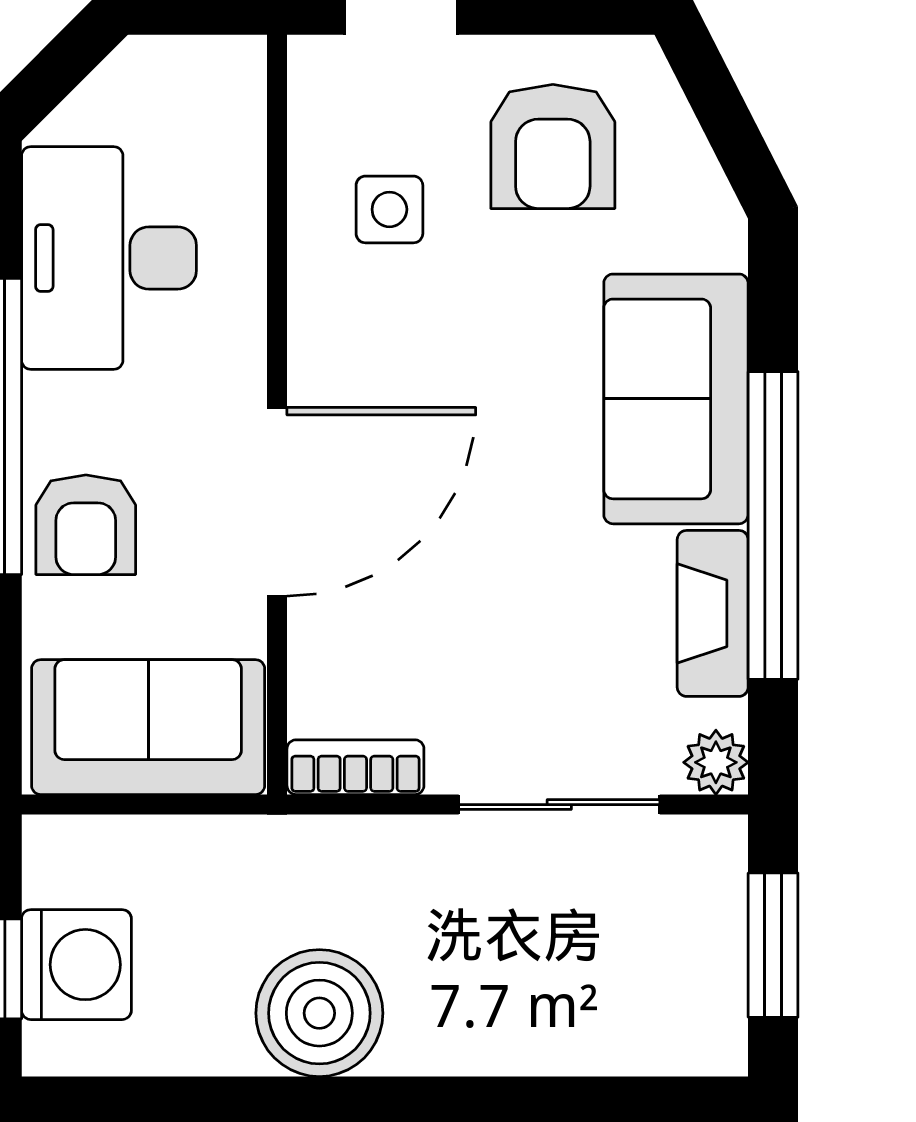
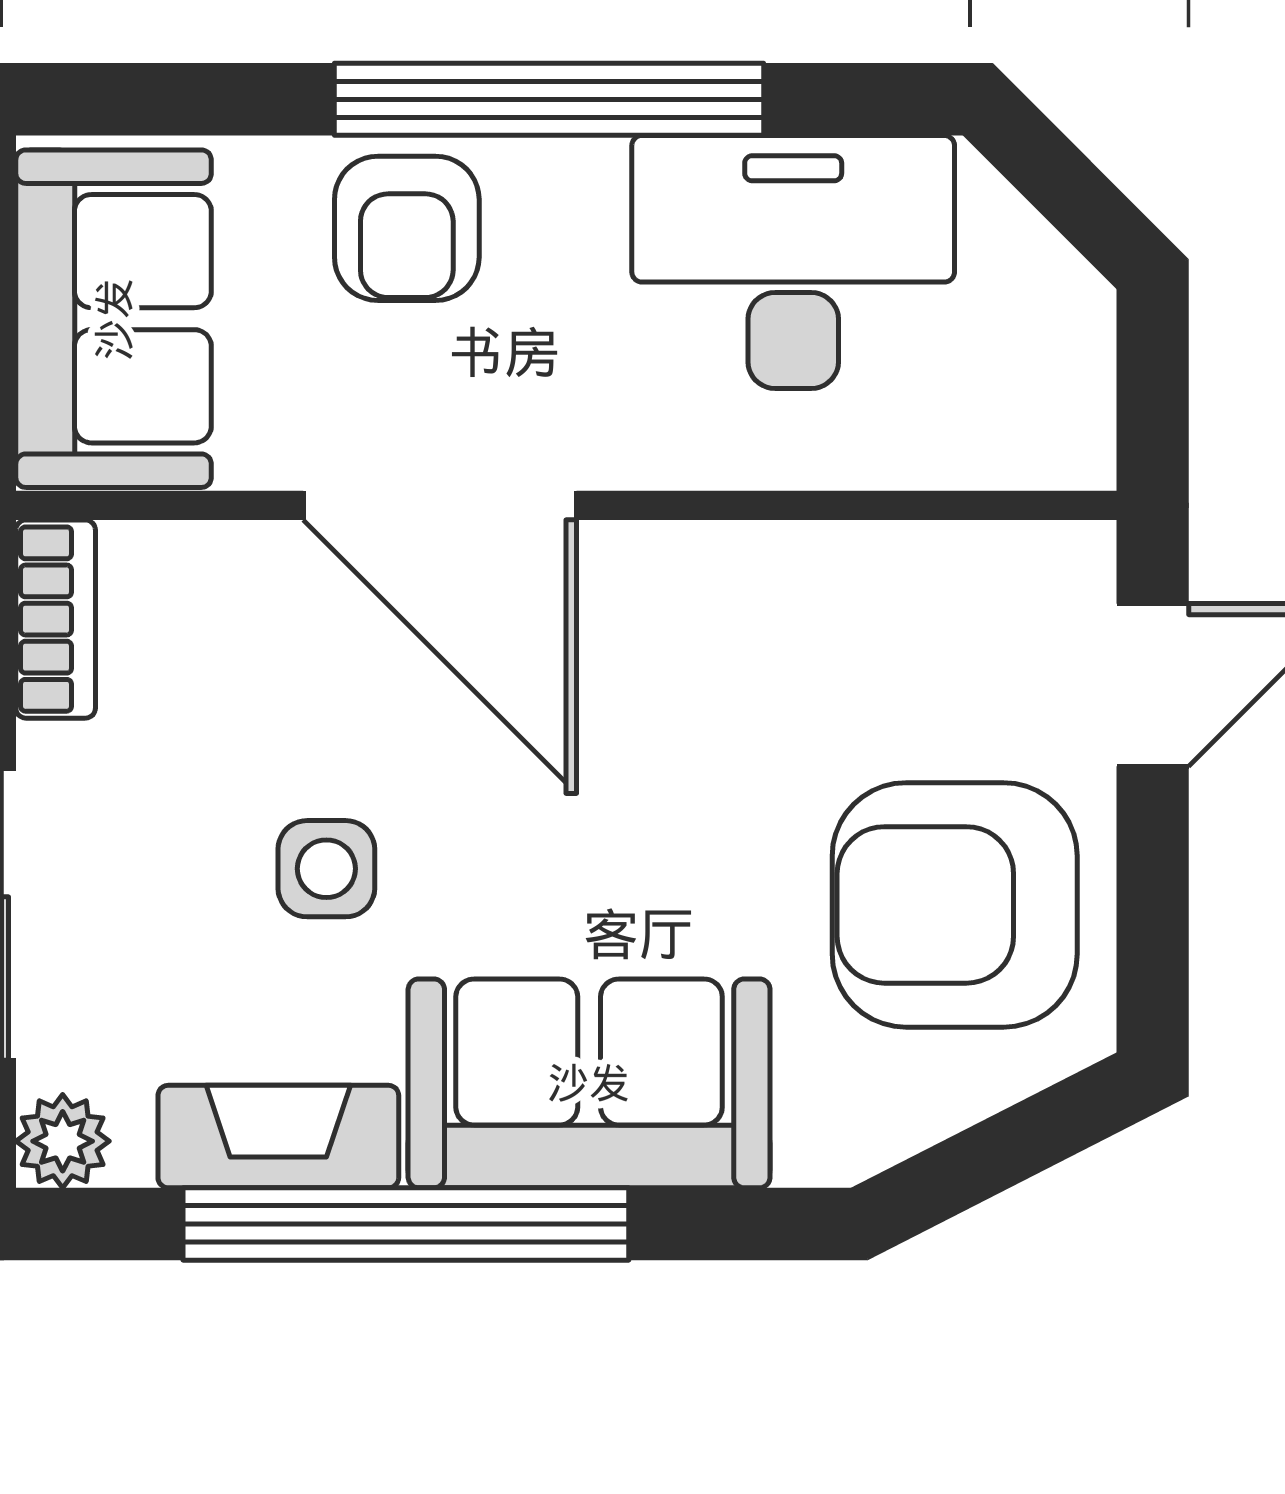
armchair: (553, 147) -> (955, 905), width x1.36, depth x1.36
side table: (389, 209) -> (326, 869), moved
armchair: (86, 525) -> (407, 228), turned -90

